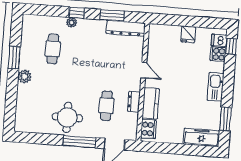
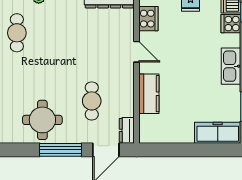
dresser: (134, 102) -> (127, 130), moved
cooker: (148, 129) -> (148, 19), moved

